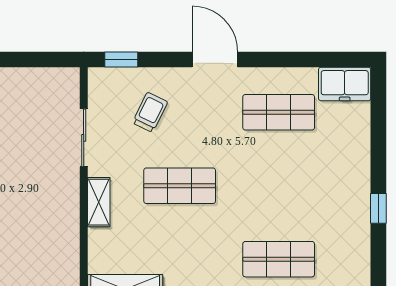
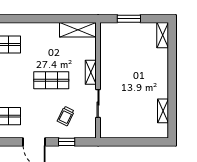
window: (121, 59) -> (67, 142), moved

